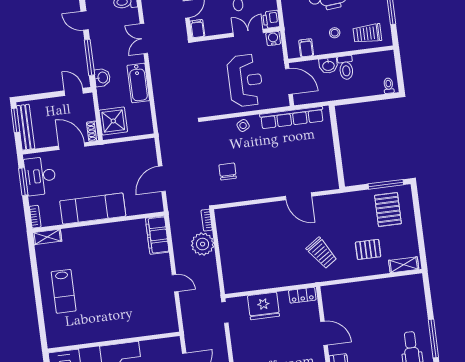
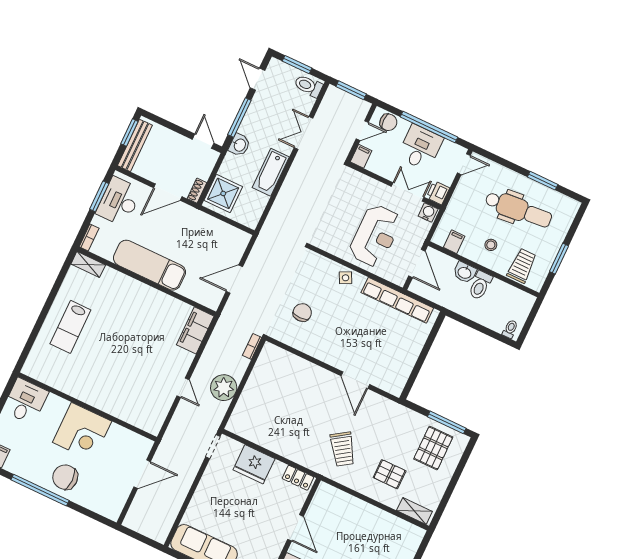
trolley: (367, 34) -> (522, 266), turned 90
door: (72, 146) -> (168, 192), swing flipped
plant: (203, 244) -> (224, 388), moved

